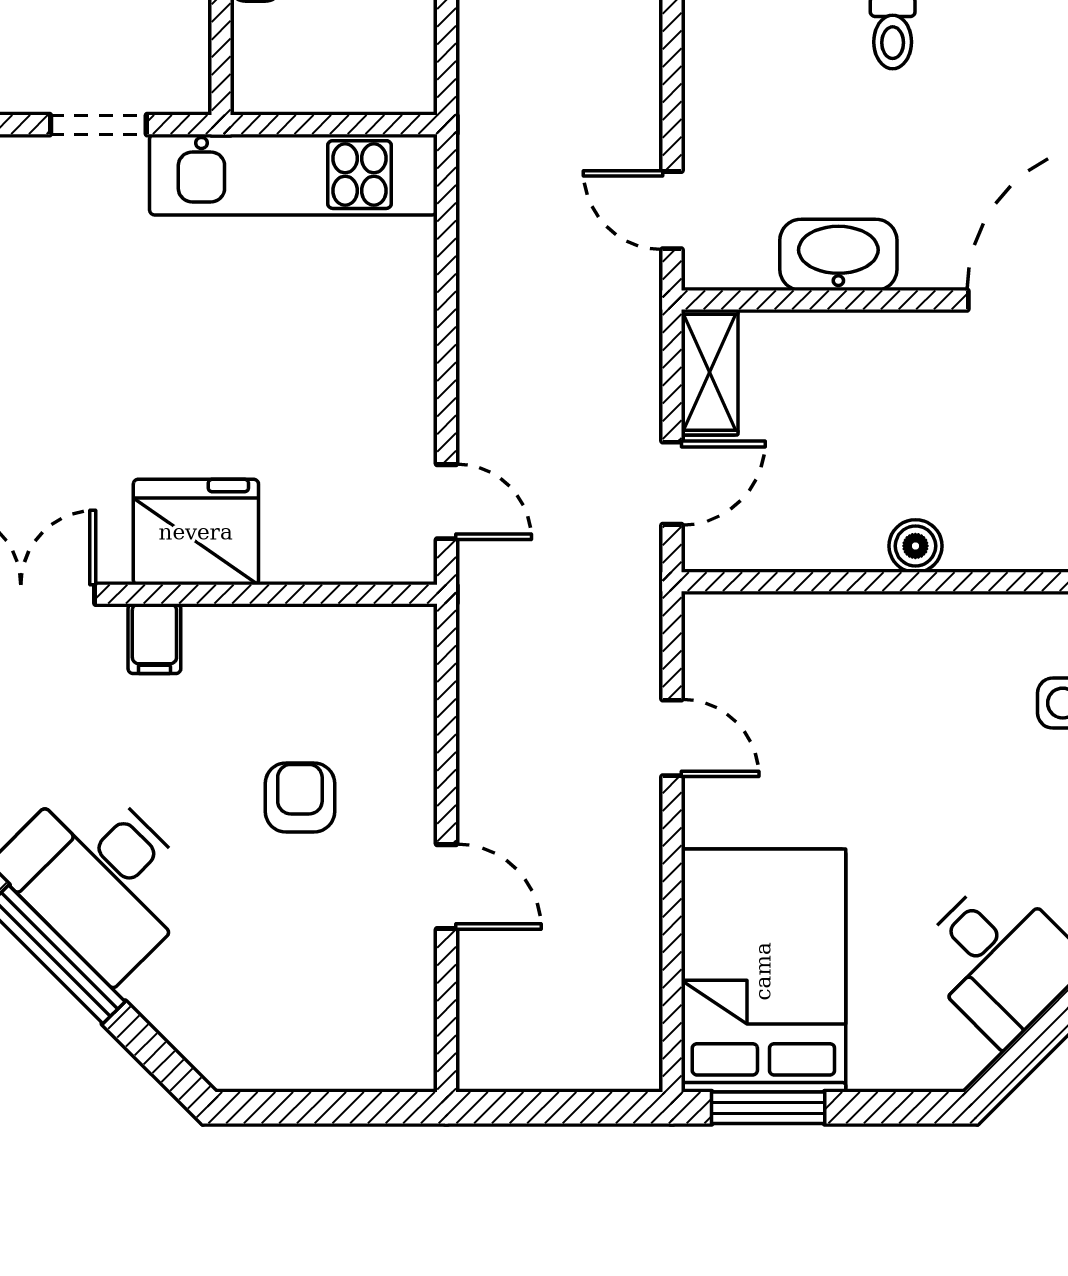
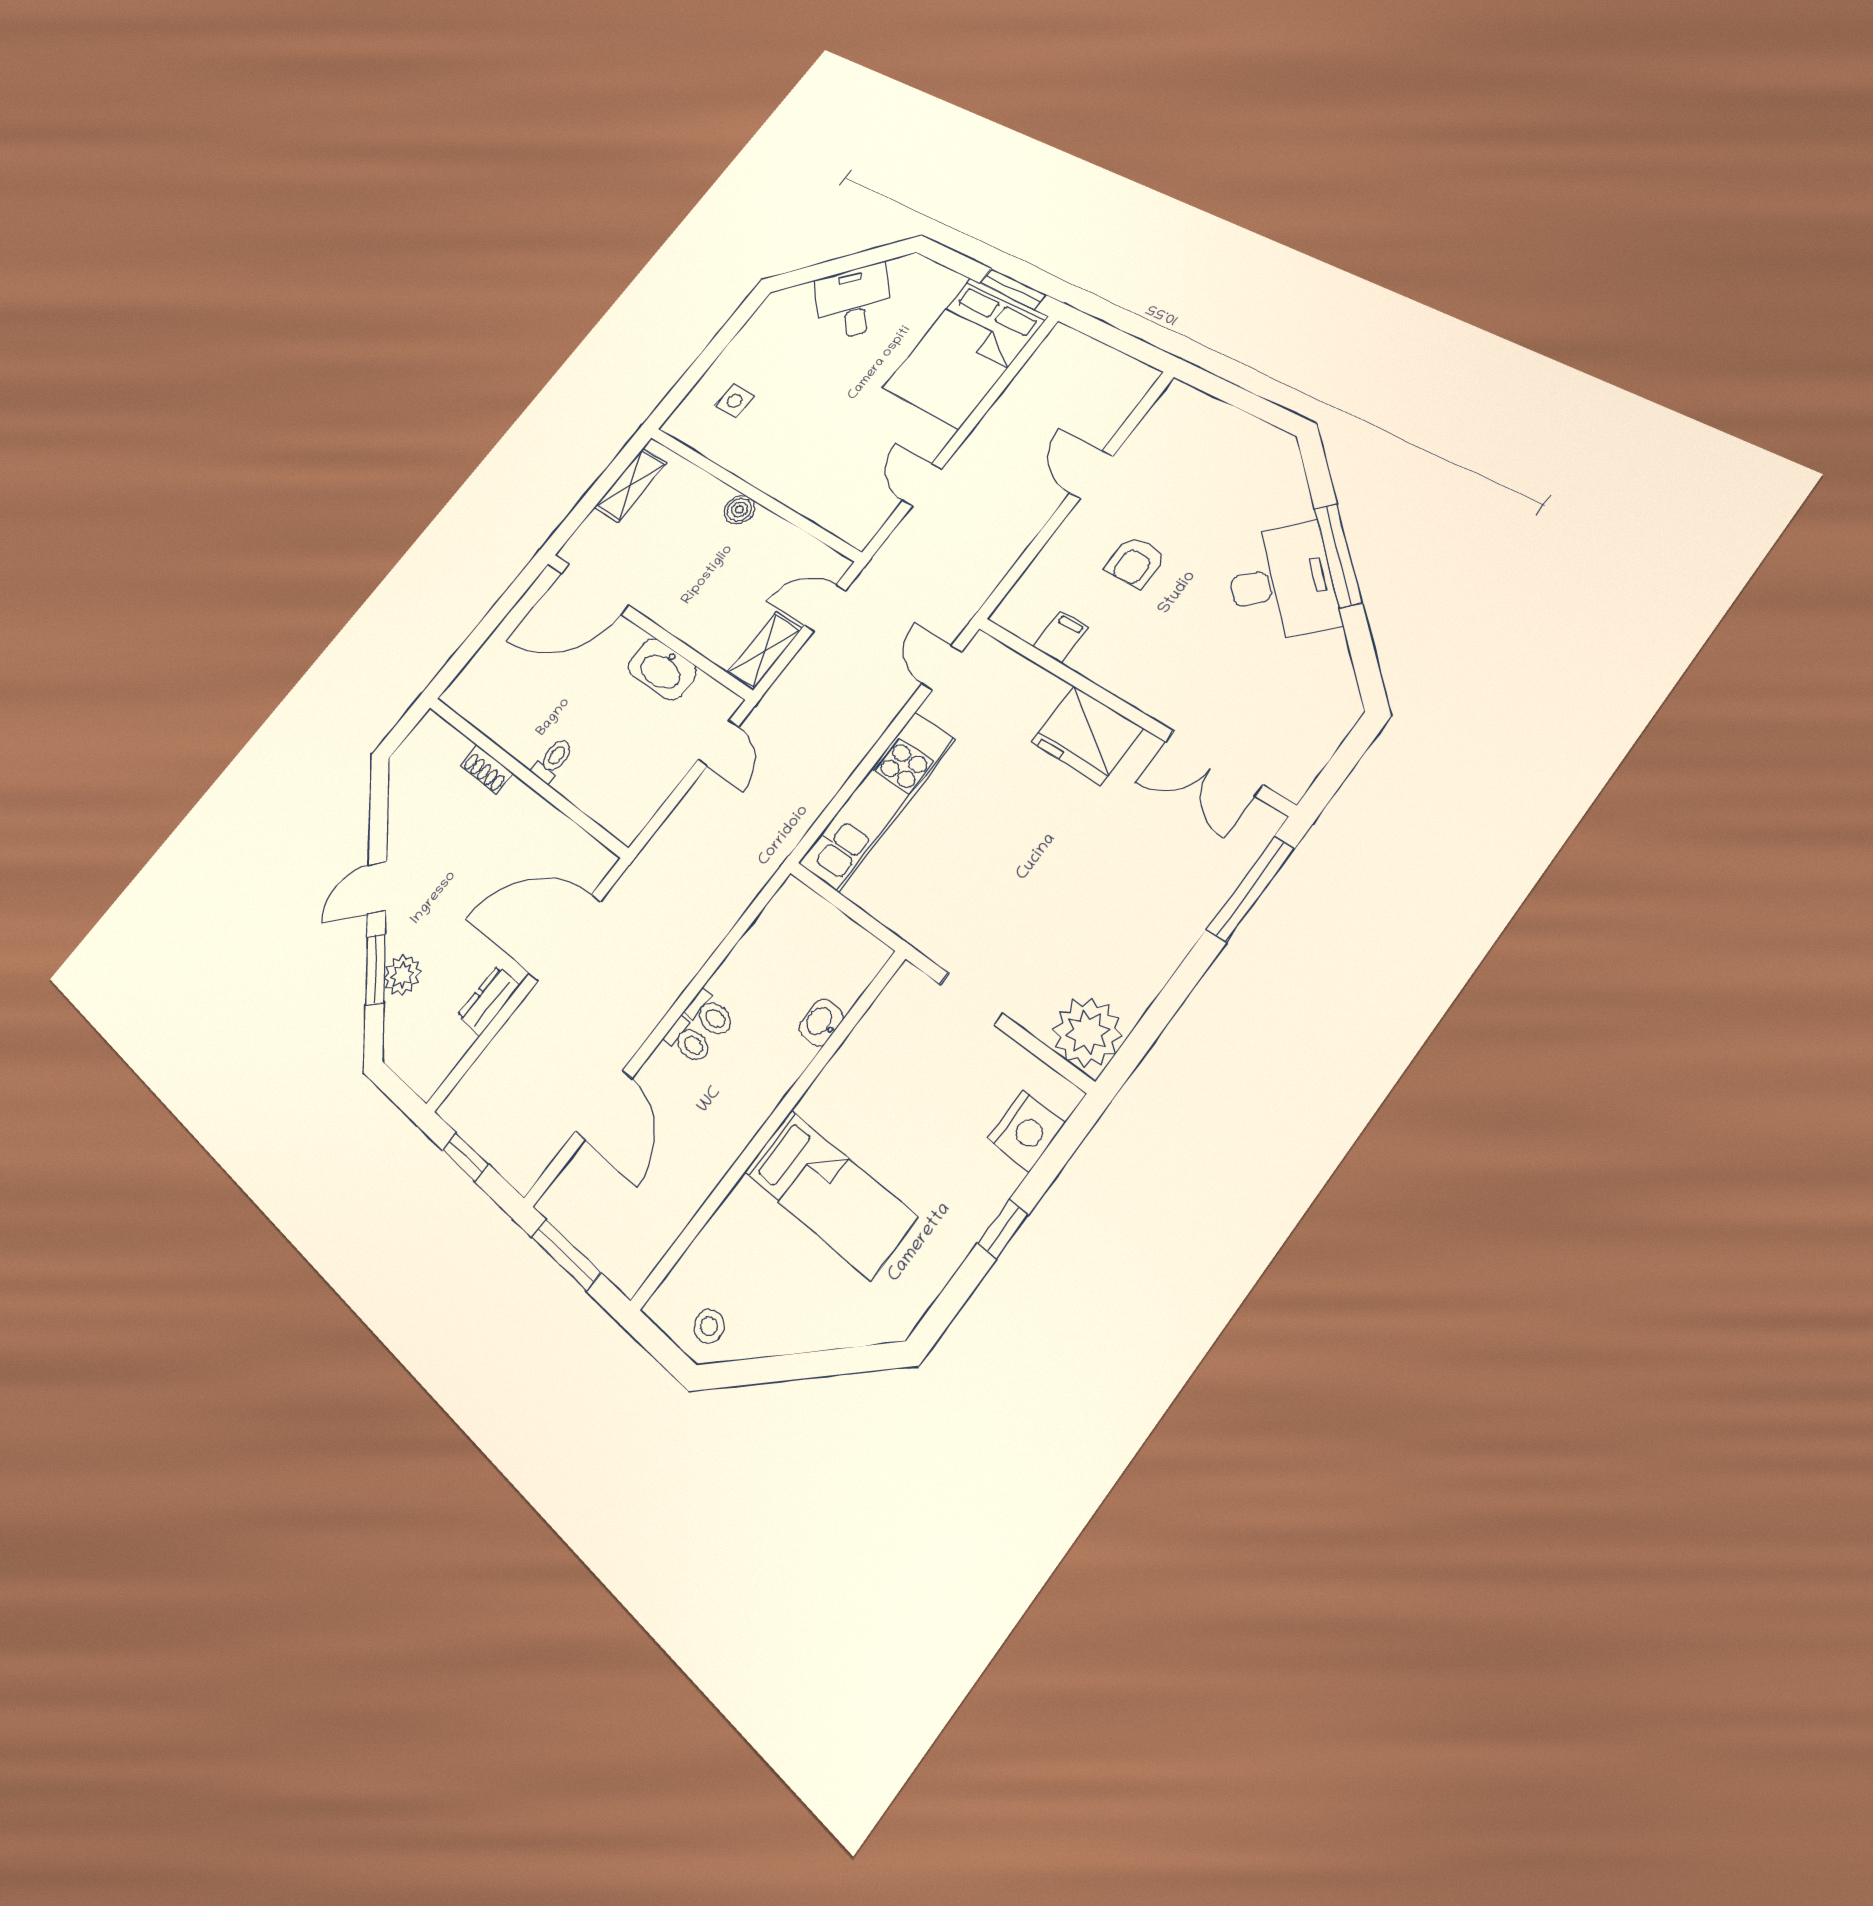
kitchen unit: (293, 175) -> (877, 801), moved, turned 90
filing cabinet: (154, 639) -> (1061, 637), moved

